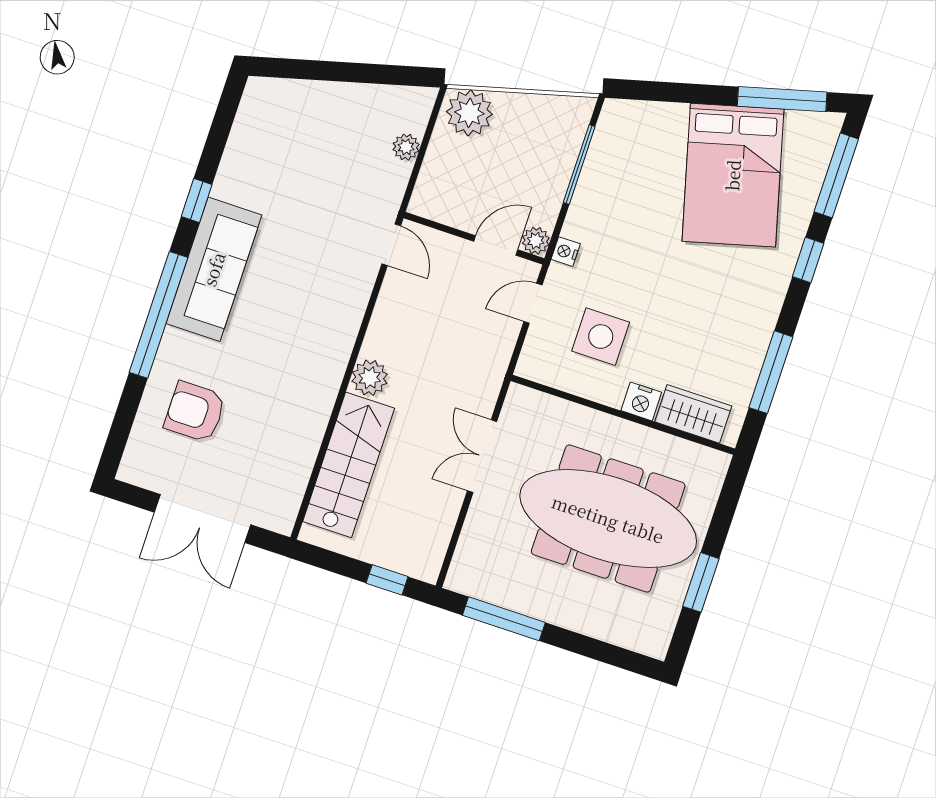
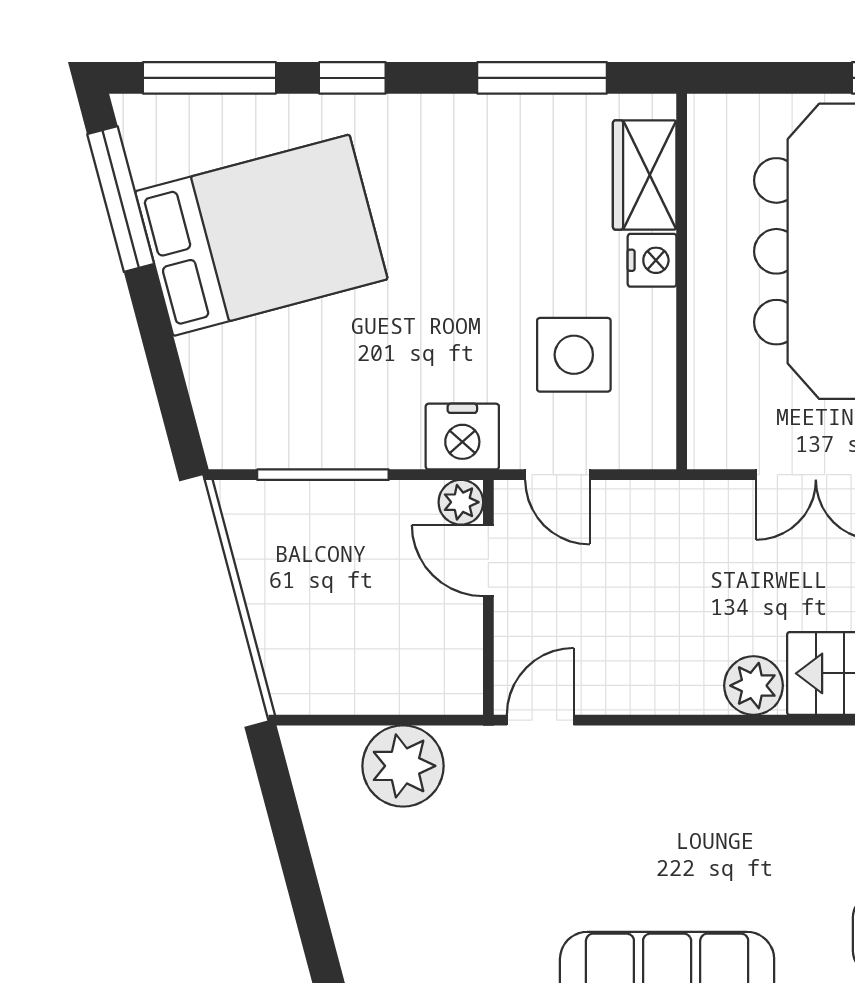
plant: (469, 113) -> (300, 668), removed
plant: (406, 147) -> (403, 766), width x1.87, depth x1.87
nightstand: (566, 252) -> (462, 437), width x1.89, depth x1.79

